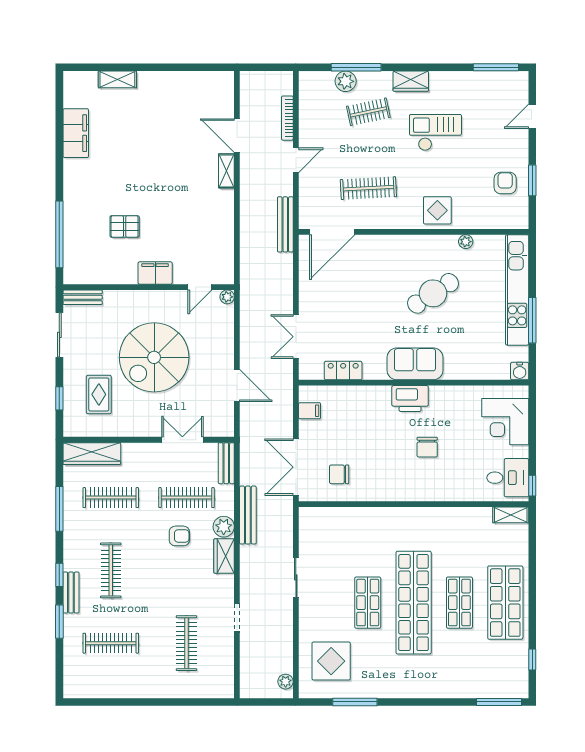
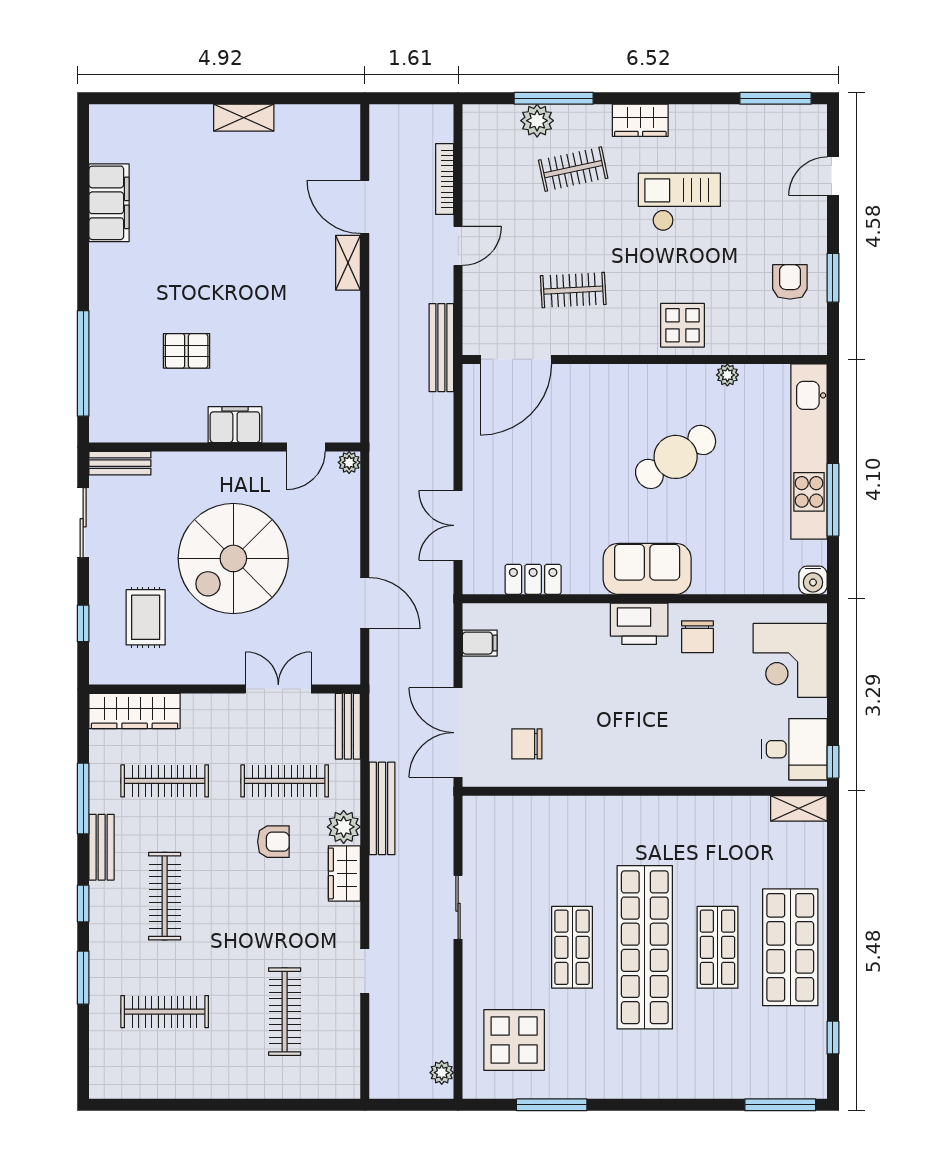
shelving: (117, 79) -> (244, 118), moved
clothes rail: (368, 188) -> (573, 290), width x0.73
chair: (427, 447) -> (697, 637), moved
bench: (71, 592) -> (102, 847), moved

